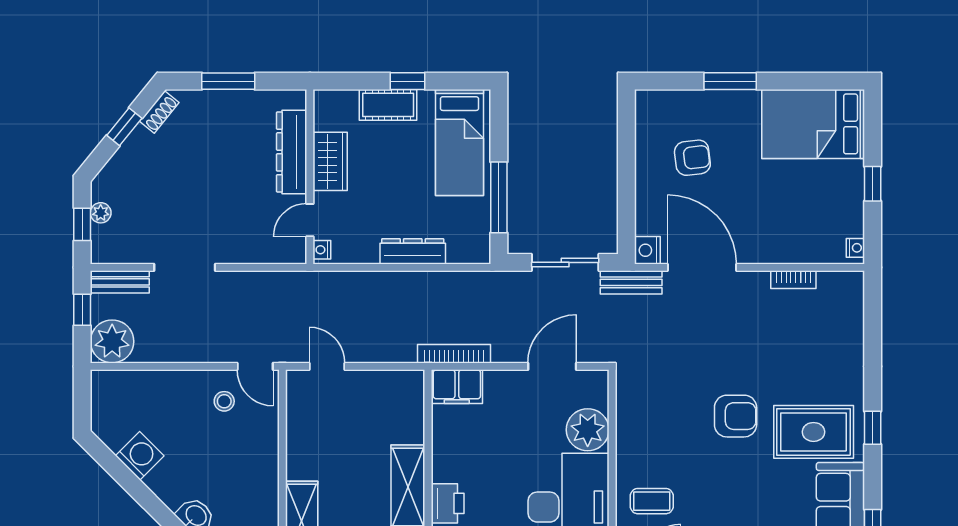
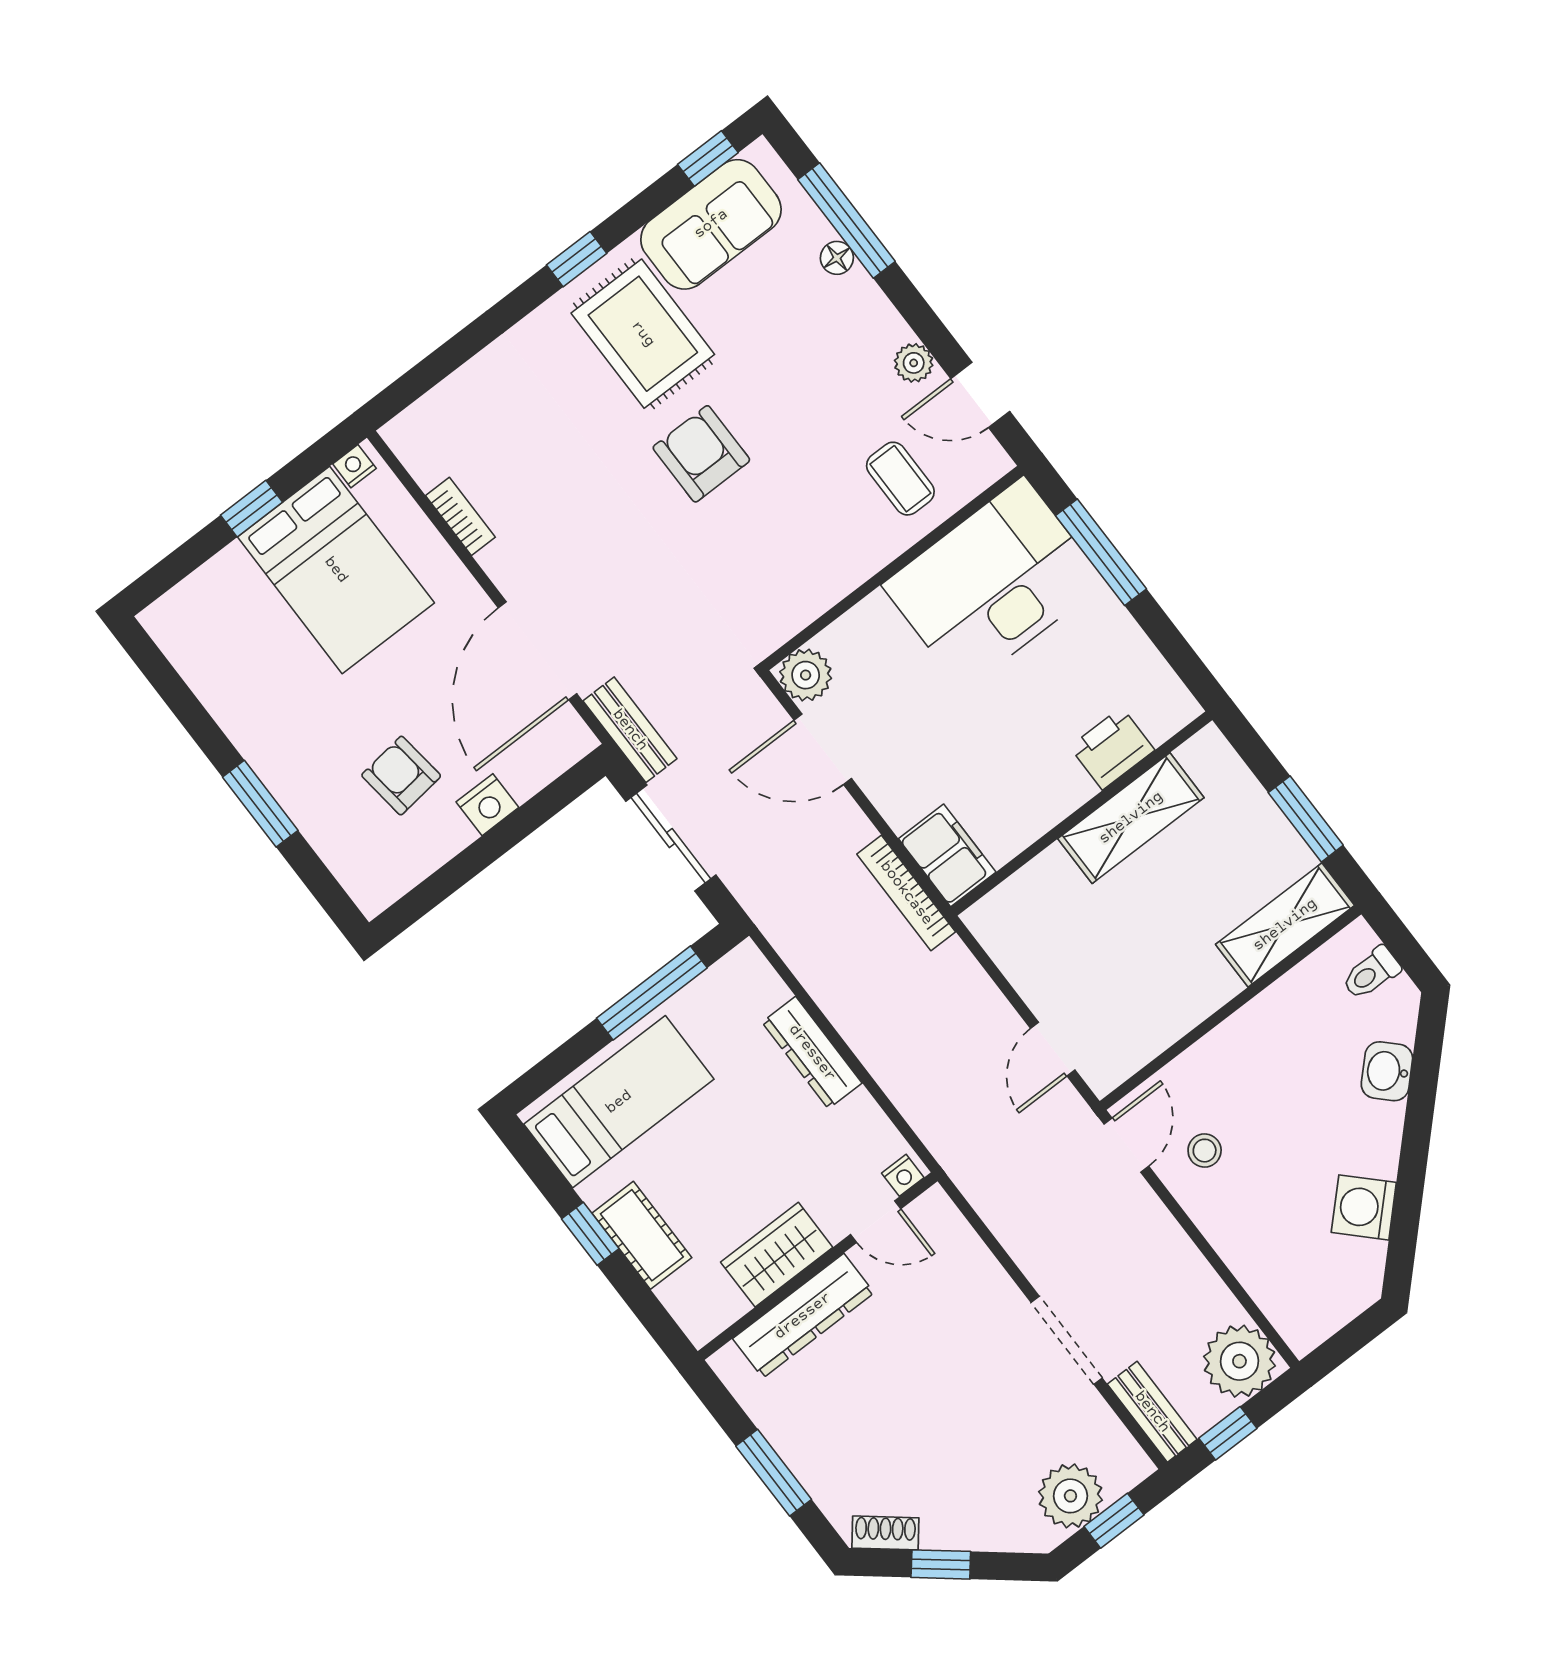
bed: (813, 124) -> (336, 570), moved
plant: (101, 213) -> (1070, 1496), width x1.88, depth x1.88
nightstand: (647, 250) -> (487, 805), moved
plant: (588, 430) -> (806, 675), moved, width x0.73, depth x0.73

